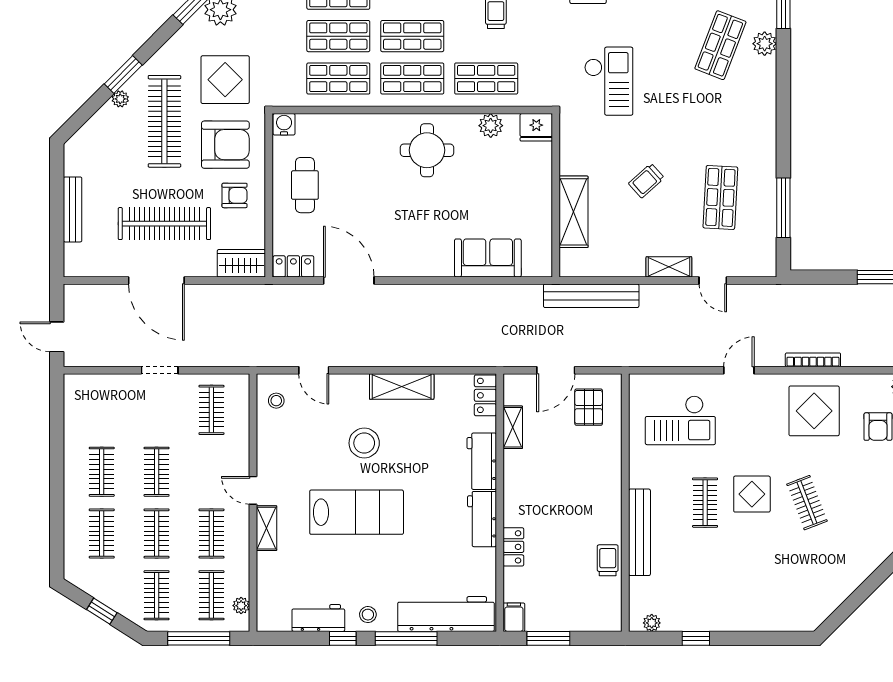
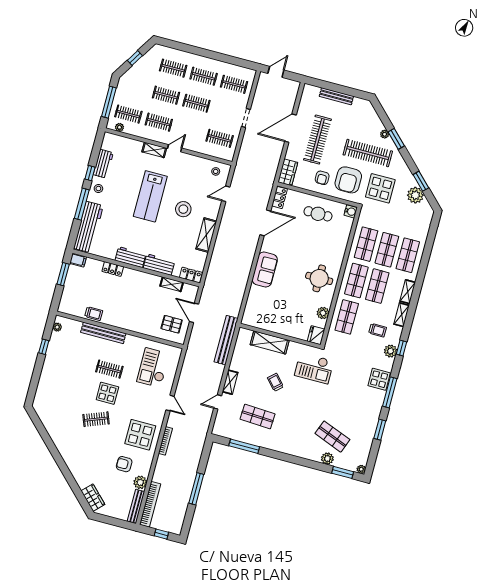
checkout: (609, 81) -> (314, 368), moved
sofa: (488, 258) -> (265, 270), moved
clothes rail: (157, 595) -> (234, 84), moved

